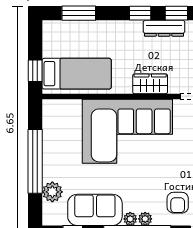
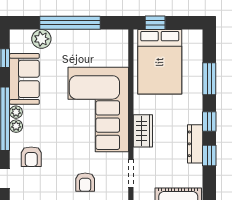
window: (79, 13) -> (209, 79), moved
bed: (77, 74) -> (160, 62), width x1.50
armchair: (178, 203) -> (31, 157), turned -90

